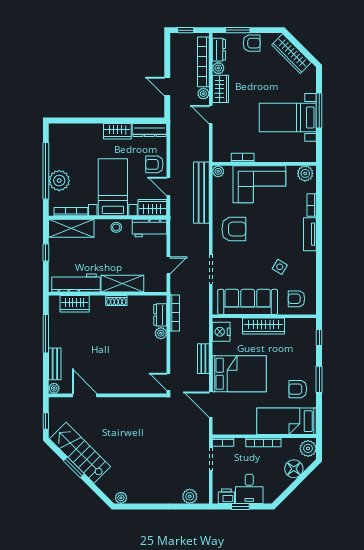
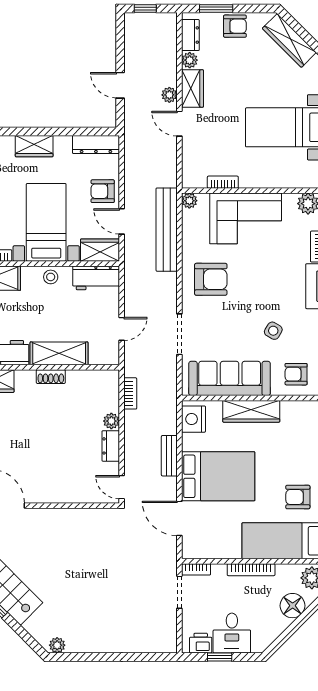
bookcase: (203, 62) -> (169, 52), removed
wardrobe: (117, 131) -> (34, 146), moved
bookcase: (175, 313) -> (130, 393), width x0.64
dresser: (160, 315) -> (111, 446), moved
plant: (190, 496) -> (151, 643), removed

